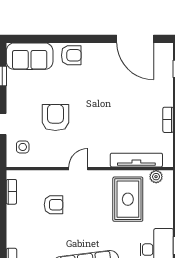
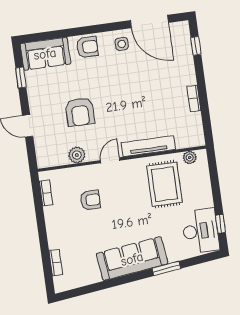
armchair: (55, 117) -> (80, 112), turned 180
side table: (23, 147) -> (122, 44), moved
plant: (46, 159) -> (77, 155), added
tv unit: (136, 160) -> (148, 146), moved

